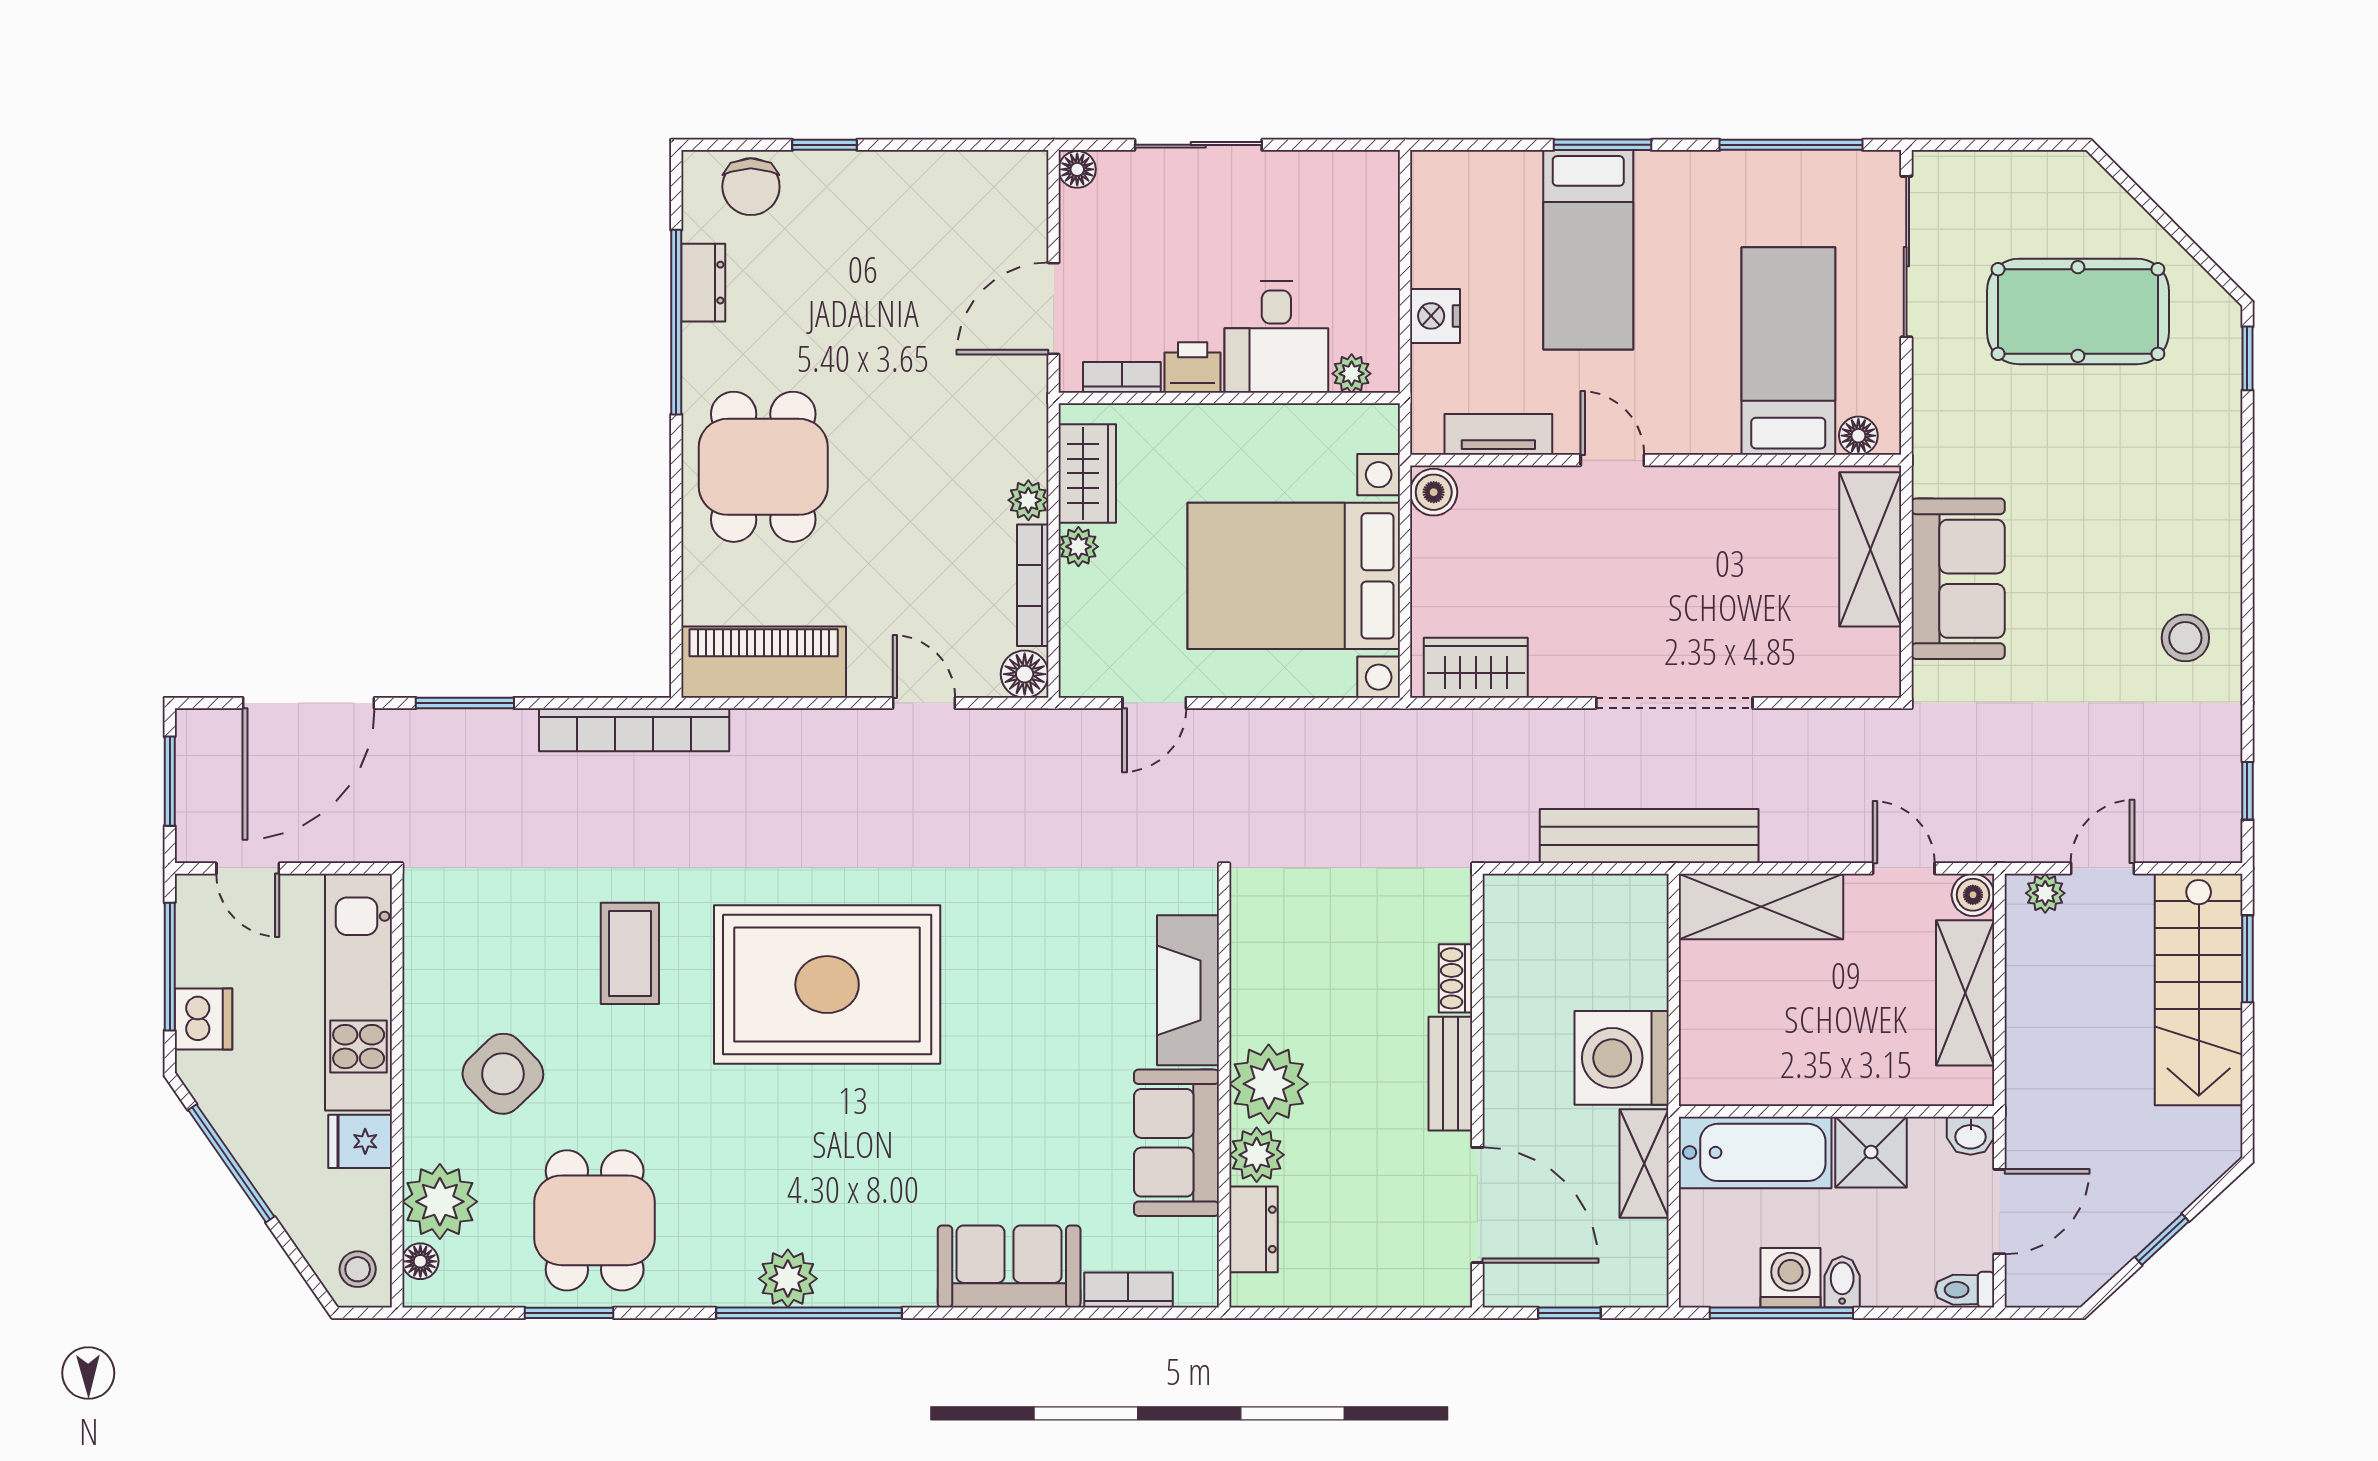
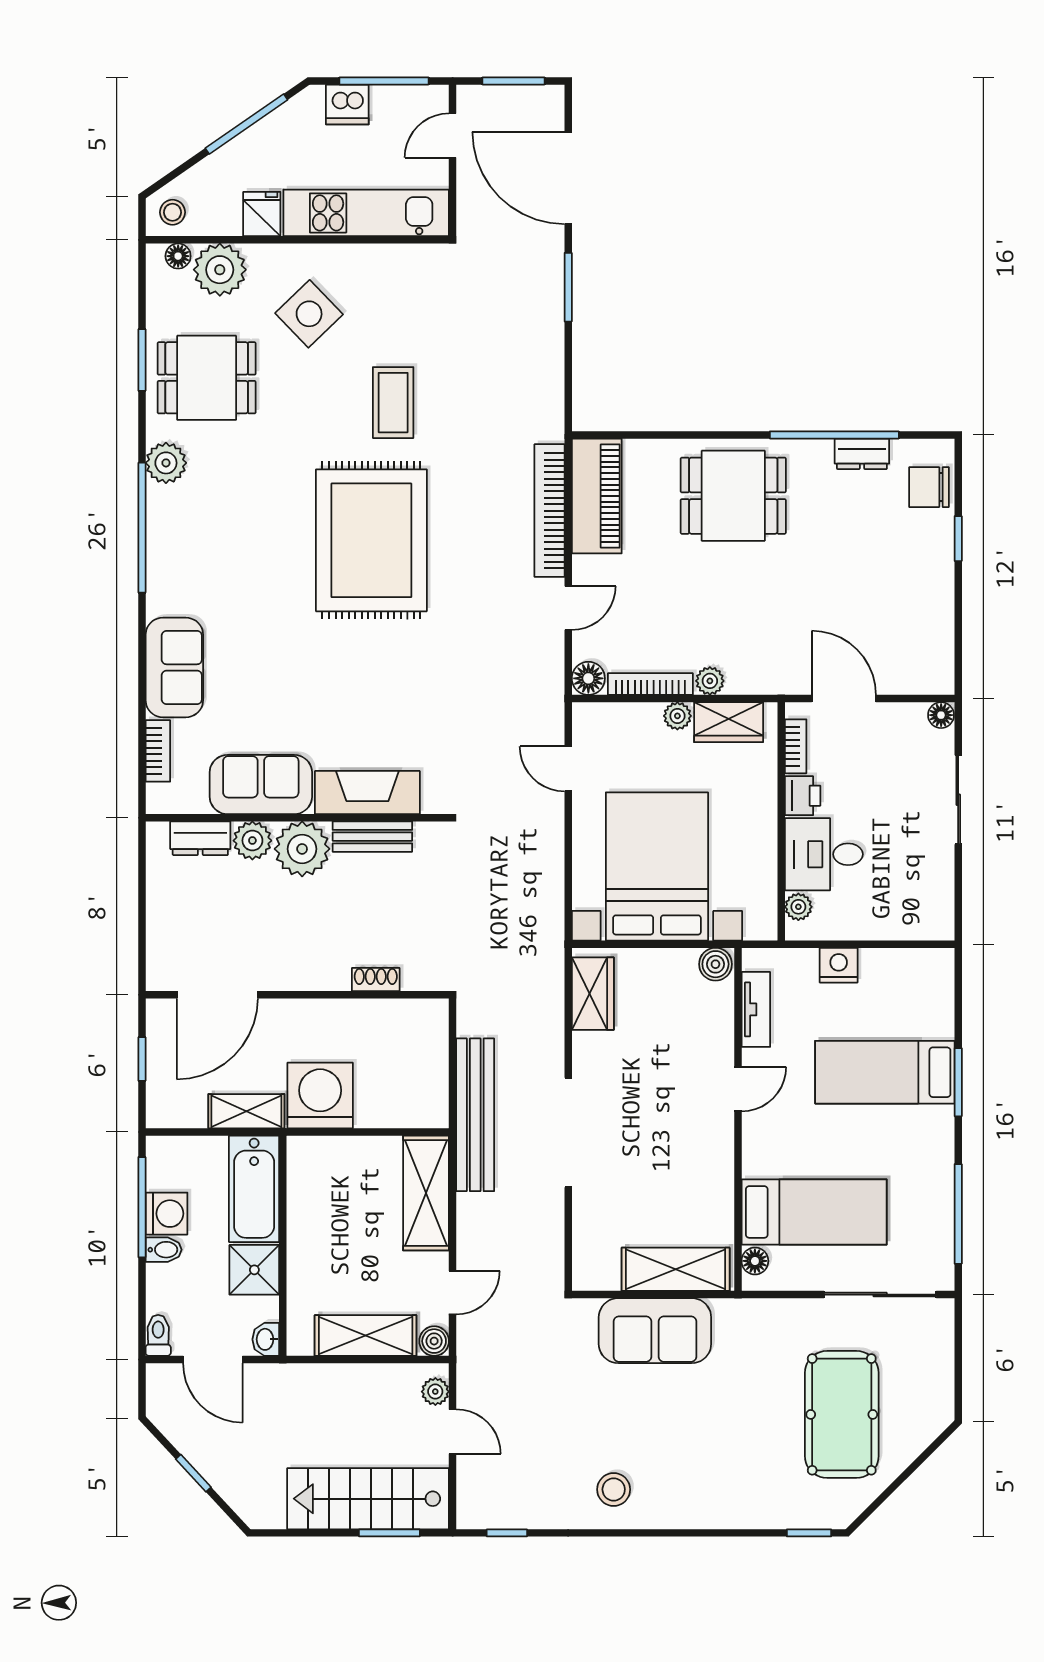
bookcase: (634, 730) -> (549, 511), moved
coffee table: (630, 953) -> (393, 403), turned 90
bench: (1450, 1074) -> (372, 837), moved
plant: (788, 1279) -> (166, 463), moved

